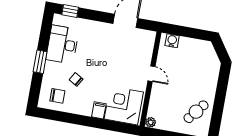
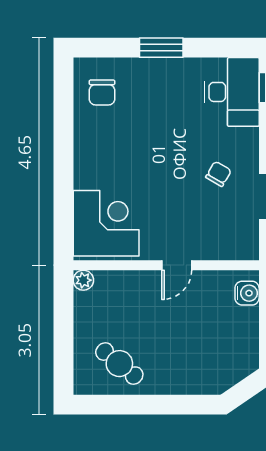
desk: (62, 45) -> (232, 92), moved, turned 90
chair: (76, 79) -> (218, 174), moved
filing cabinet: (99, 110) -> (88, 177), removed

